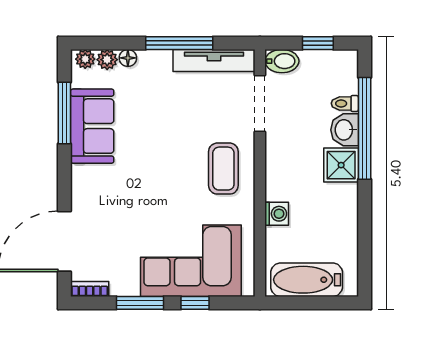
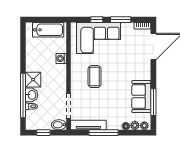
coffee table: (223, 169) -> (95, 77), moved

